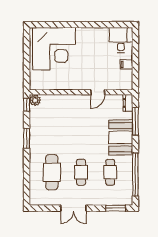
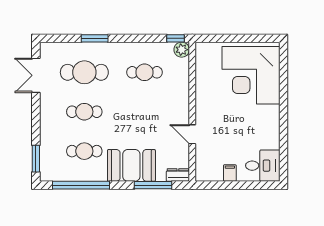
cafe table: (52, 128) -> (145, 72), added
window: (27, 138) -> (95, 38), moved
double door: (73, 208) -> (36, 75), moved

